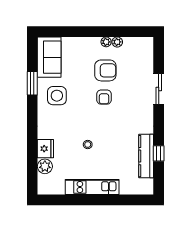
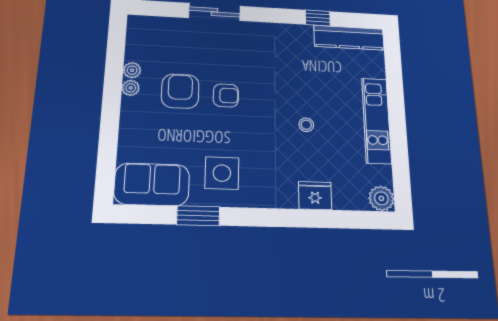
kitchen counter: (146, 156) -> (349, 38), moved
plant: (45, 166) -> (381, 198), moved

